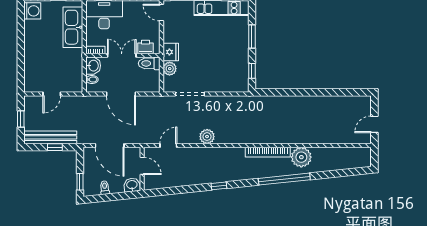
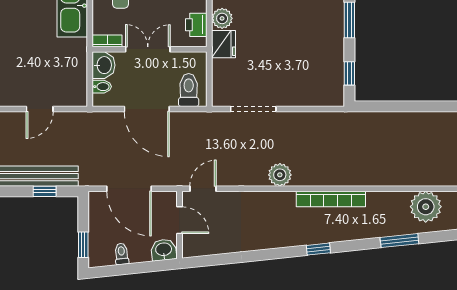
printer: (145, 47) -> (196, 25), moved, turned -90
toilet: (149, 63) -> (189, 90), moved, turned 90
plant: (170, 69) -> (222, 18), moved
door: (168, 146) -> (203, 189), moved
bookcase: (268, 152) -> (331, 199), moved
window: (284, 179) -> (399, 241), width x0.47
window: (219, 186) -> (318, 249), moved

